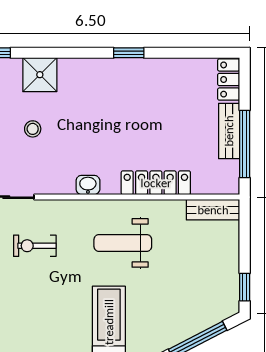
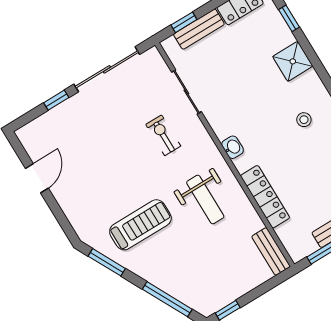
stool: (33, 129) -> (304, 120), moved
weight bench: (123, 243) -> (205, 199), turned 180

